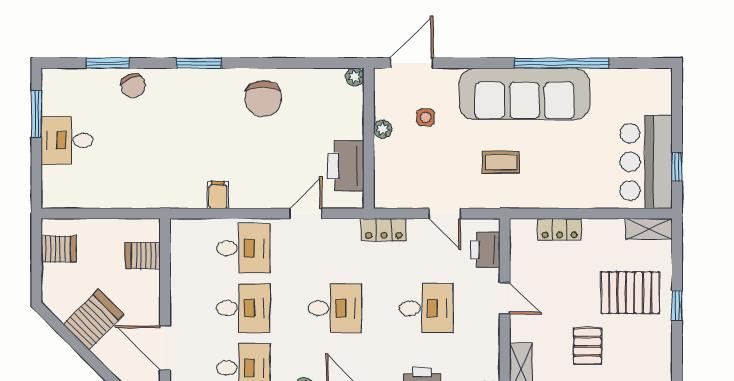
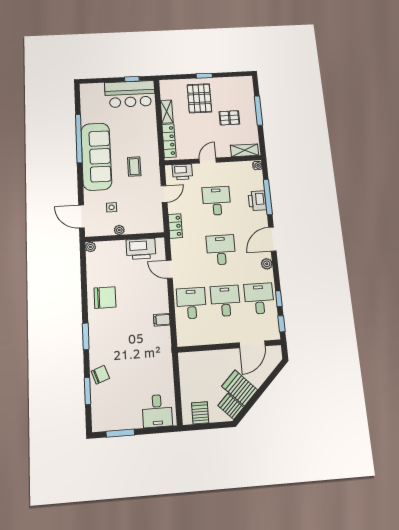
desk: (67, 140) -> (157, 411), moved
locker: (560, 229) -> (169, 141), width x1.53
shelving: (649, 229) -> (167, 112), moved
server rack: (143, 255) -> (231, 406), moved, turned 135

